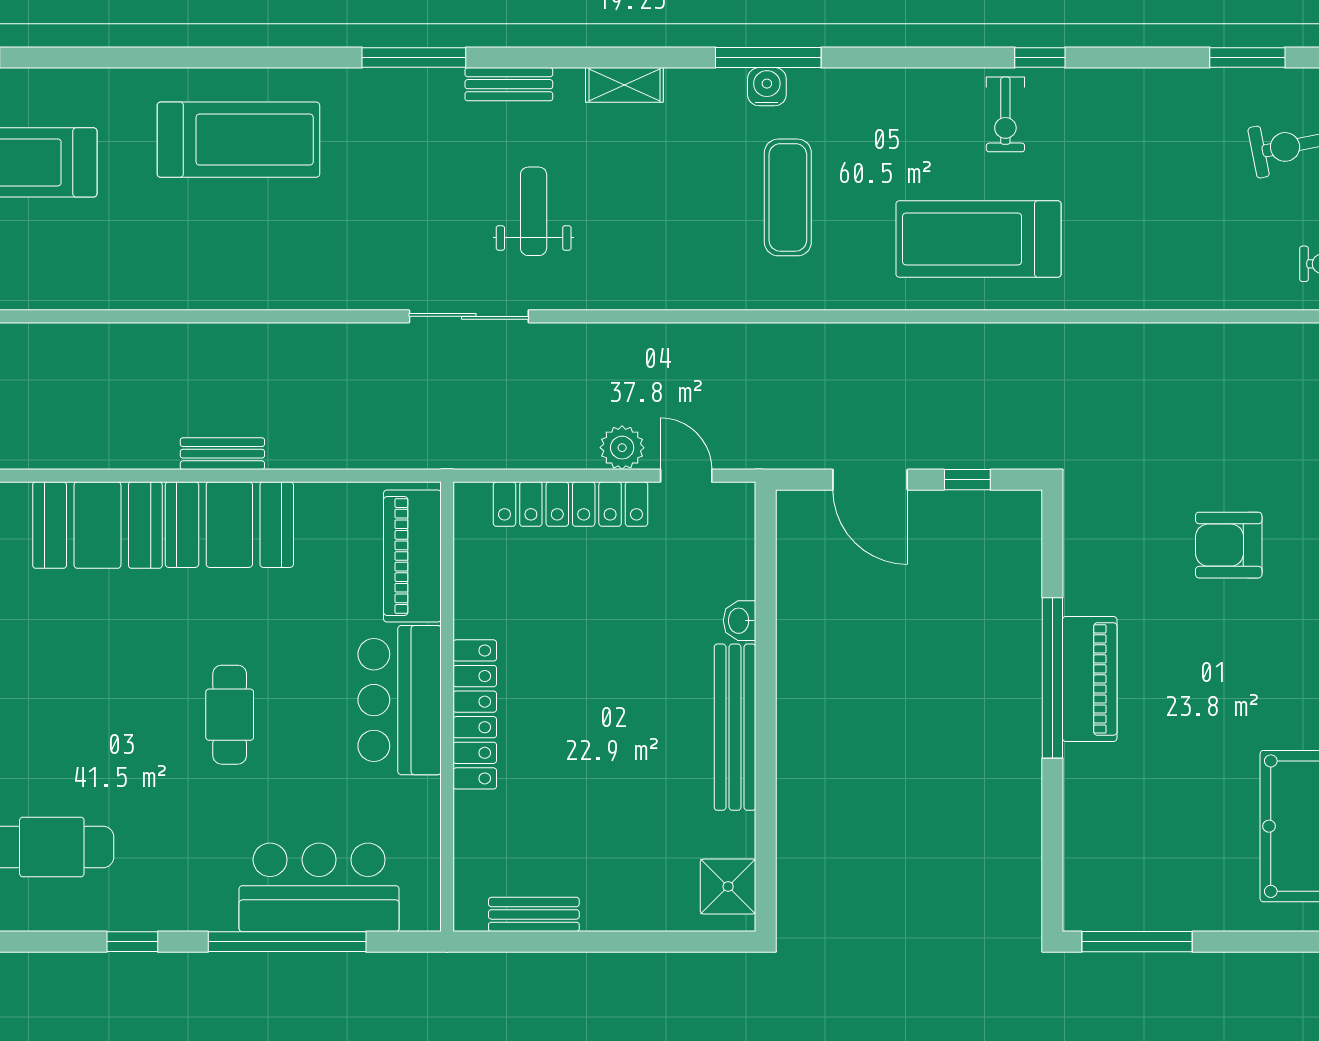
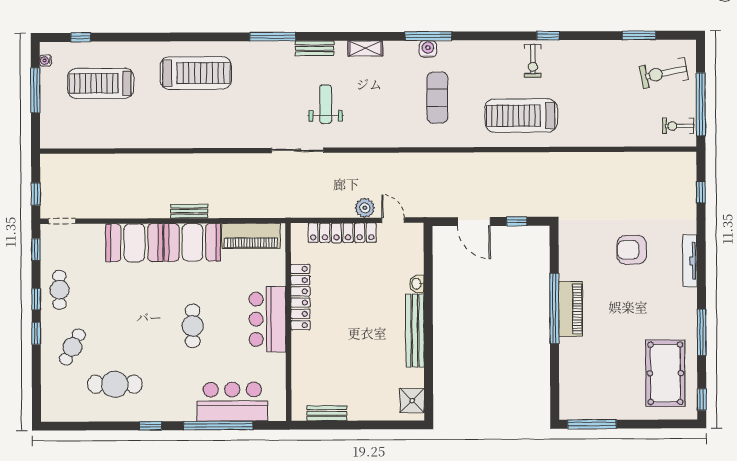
piano: (412, 556) -> (251, 236), moved, turned -90
locker: (475, 714) -> (300, 297), moved

